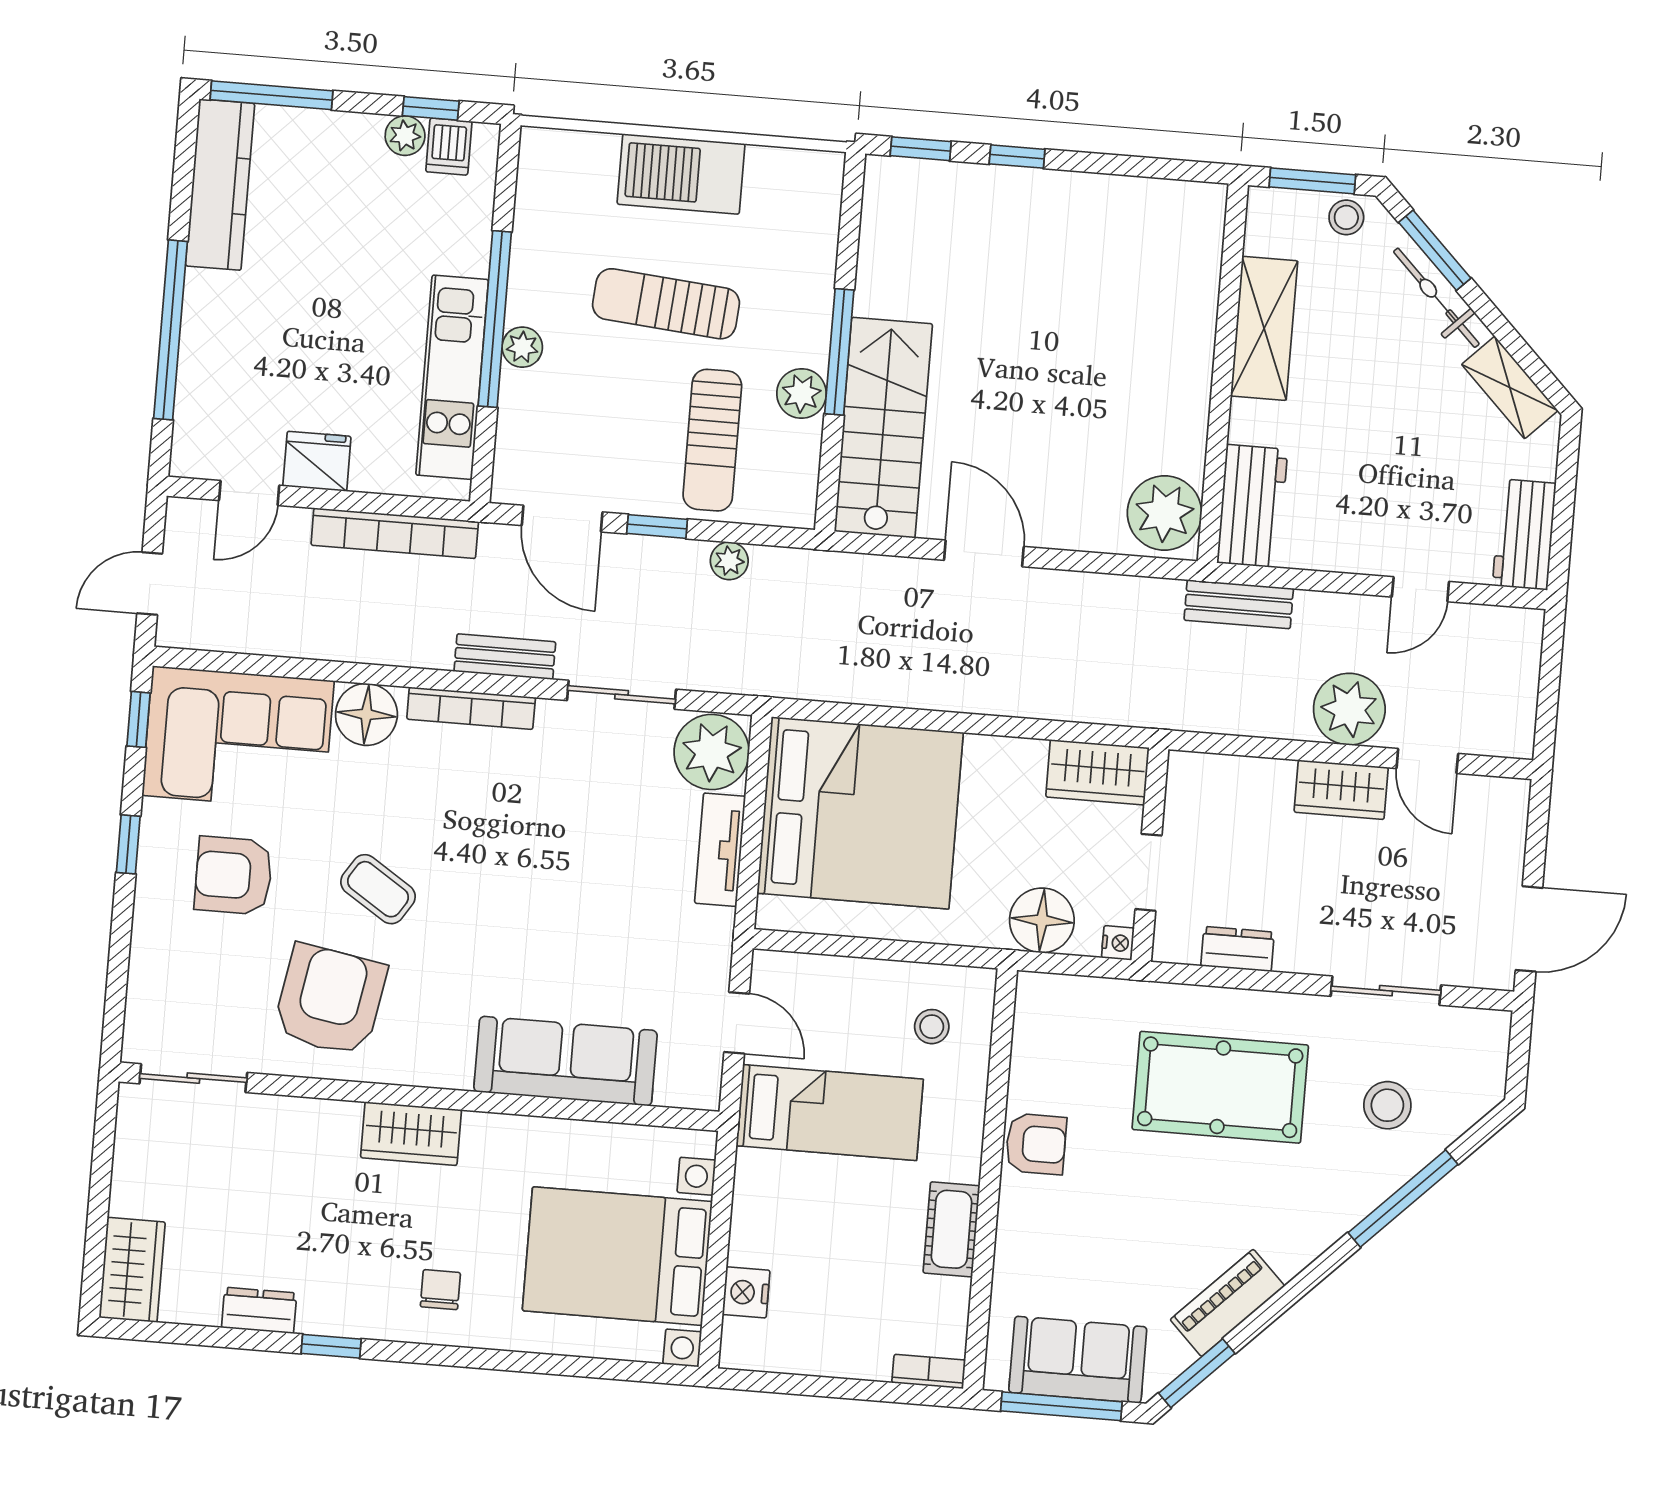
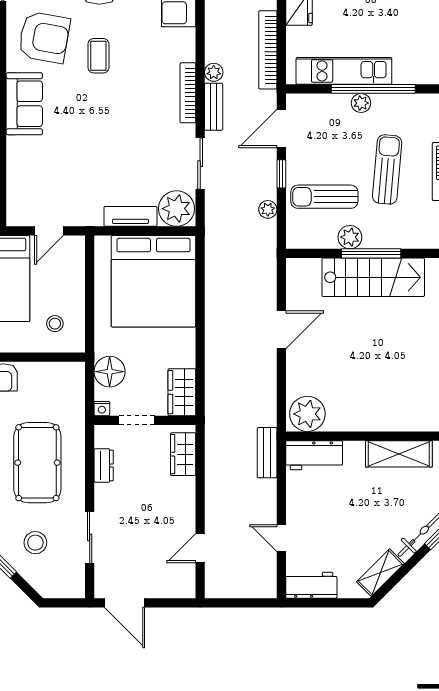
stairs: (883, 428) -> (373, 277), moved
plant: (1349, 709) -> (214, 72), moved, width x0.53, depth x0.53
floor lamp: (366, 714) -> (181, 43), removed
wardrobe: (1341, 790) -> (183, 454), moved
coffee table: (378, 889) -> (98, 56), turned -33
sofa: (565, 1061) -> (24, 104), moved, width x0.73

